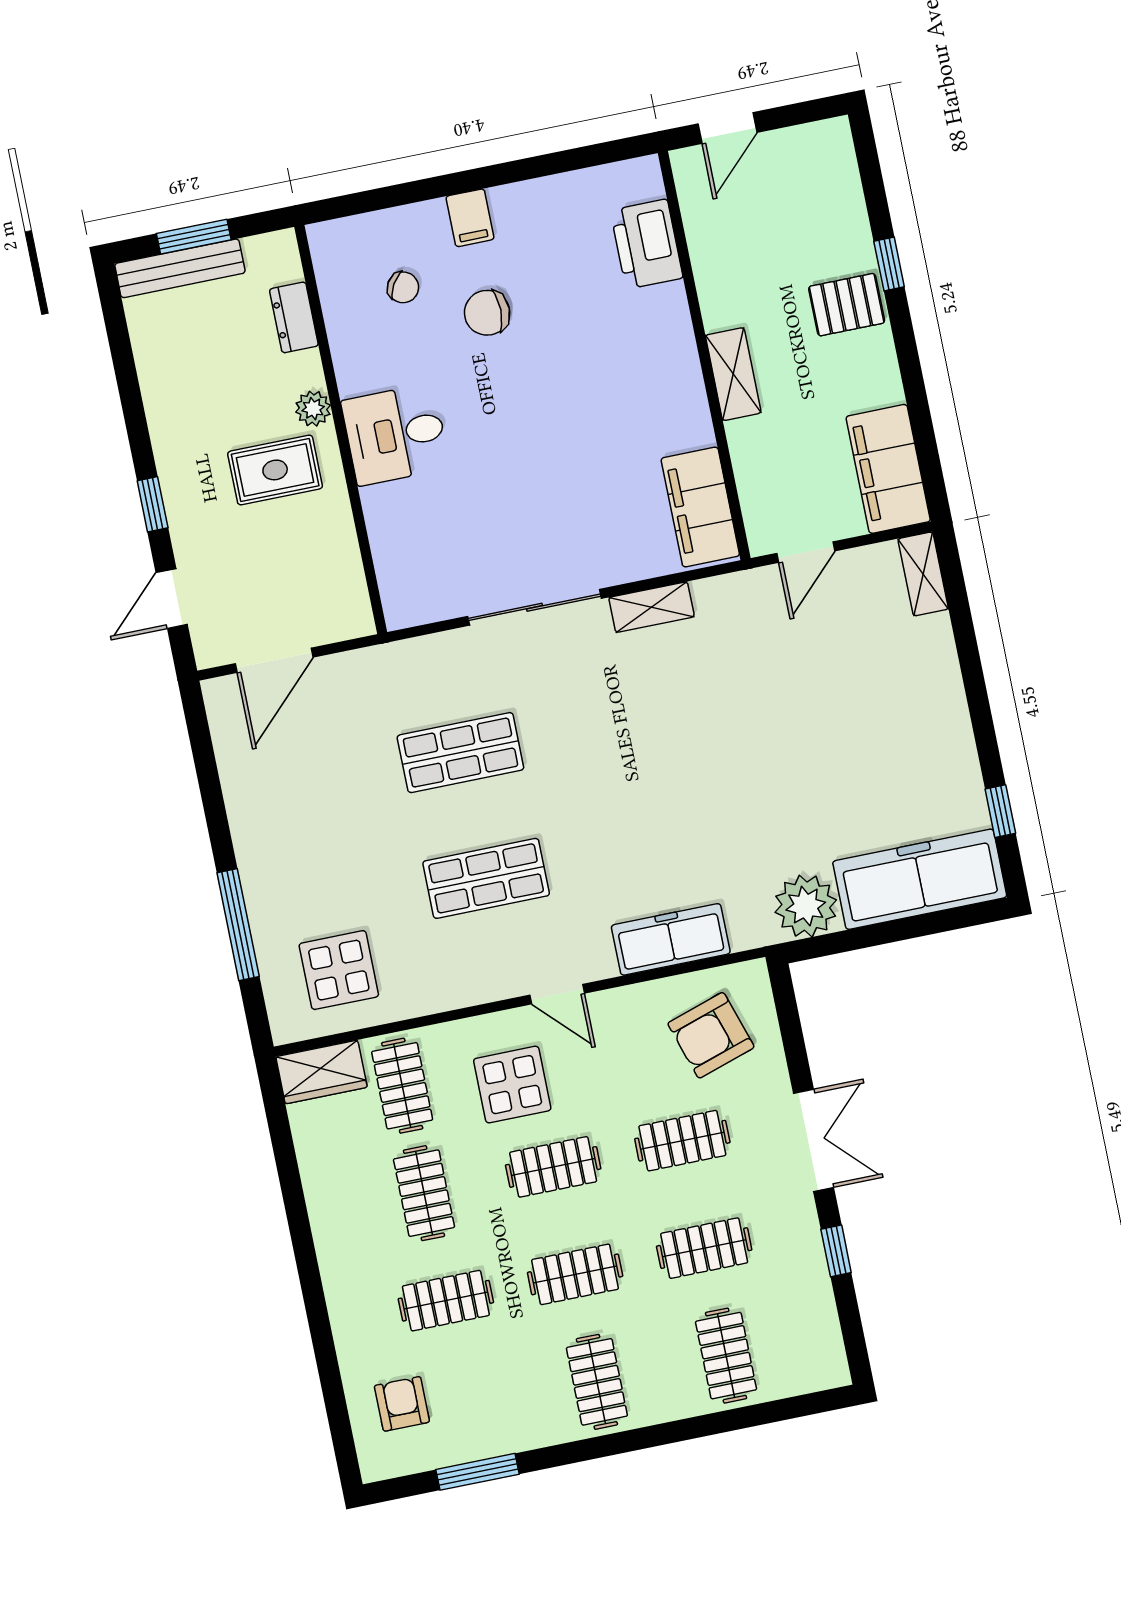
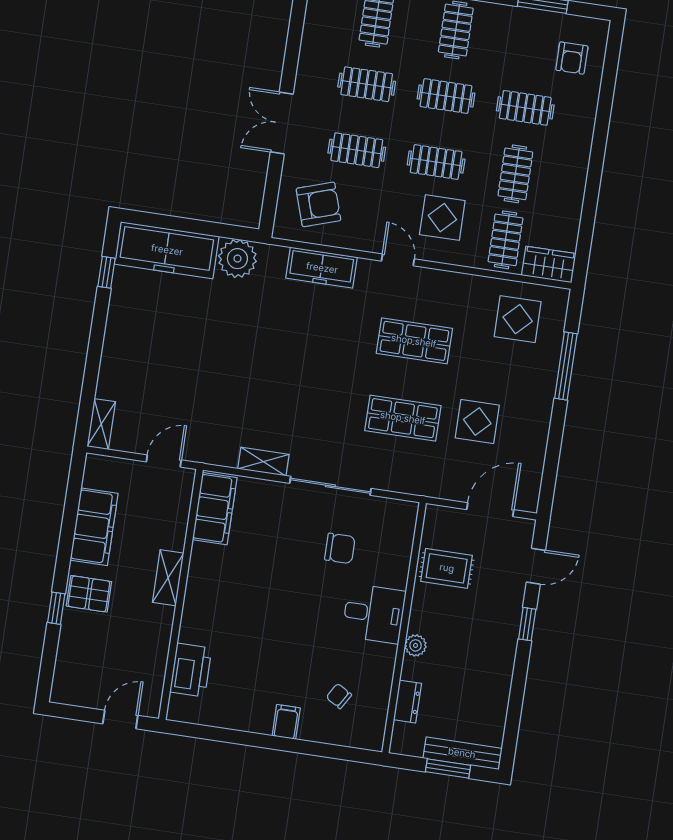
chair: (487, 313) -> (340, 548), moved
filing cabinet: (888, 469) -> (94, 527), moved
rug: (275, 470) -> (447, 568), moved
display table: (344, 789) -> (477, 421), added
window: (836, 1251) -> (292, 55), removed

